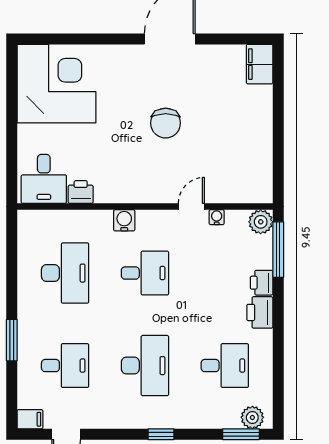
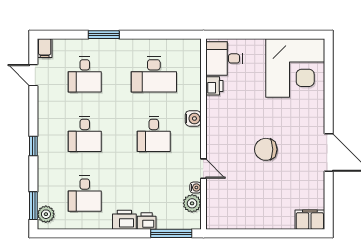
plant: (261, 222) -> (192, 203), moved
desk: (145, 366) -> (85, 134), width x0.73

